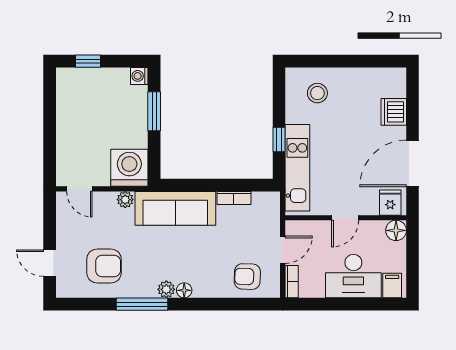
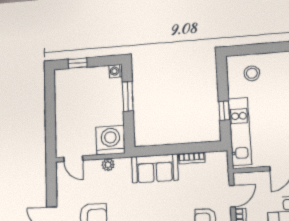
sofa: (175, 208) -> (155, 168), width x0.73

